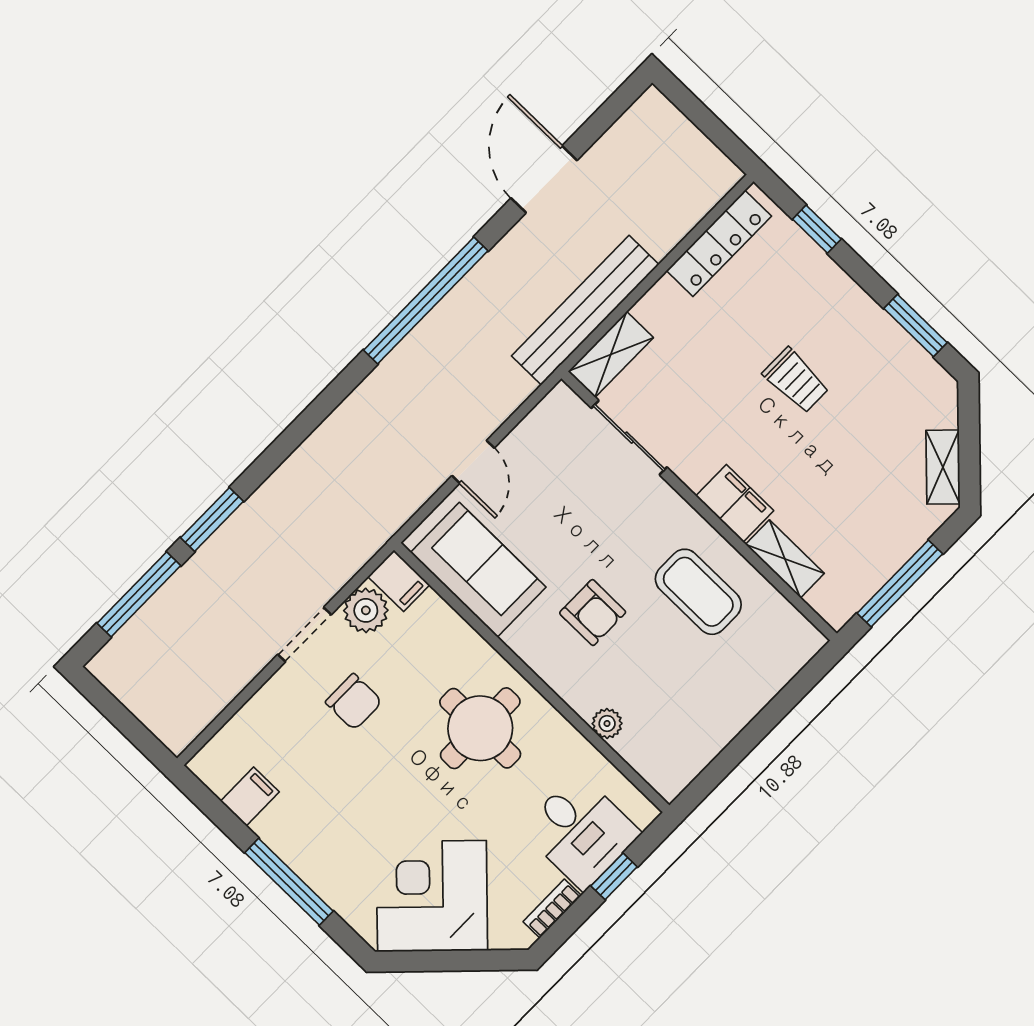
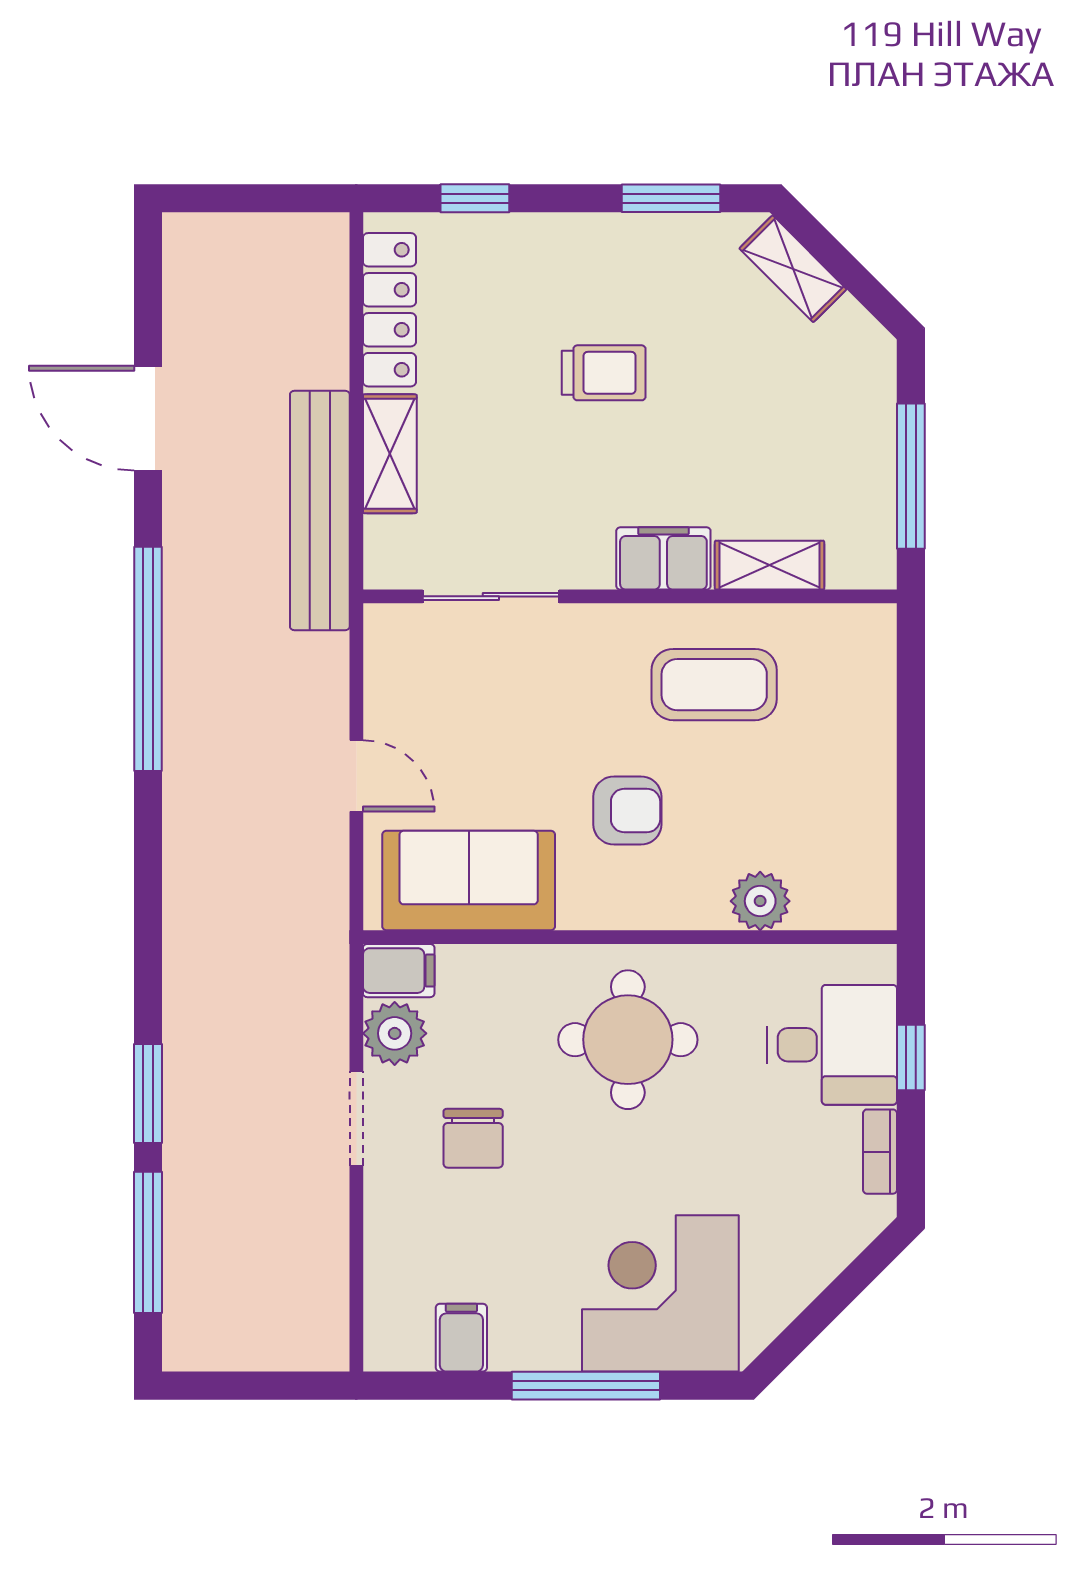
shelving: (611, 355) -> (390, 454), moved
shelving: (943, 467) -> (793, 269), moved
chair: (354, 702) -> (473, 1138), turned 90
plant: (607, 723) -> (760, 901), width x1.38, depth x1.38
corner desk: (432, 896) -> (660, 1293), moved, turned 45

